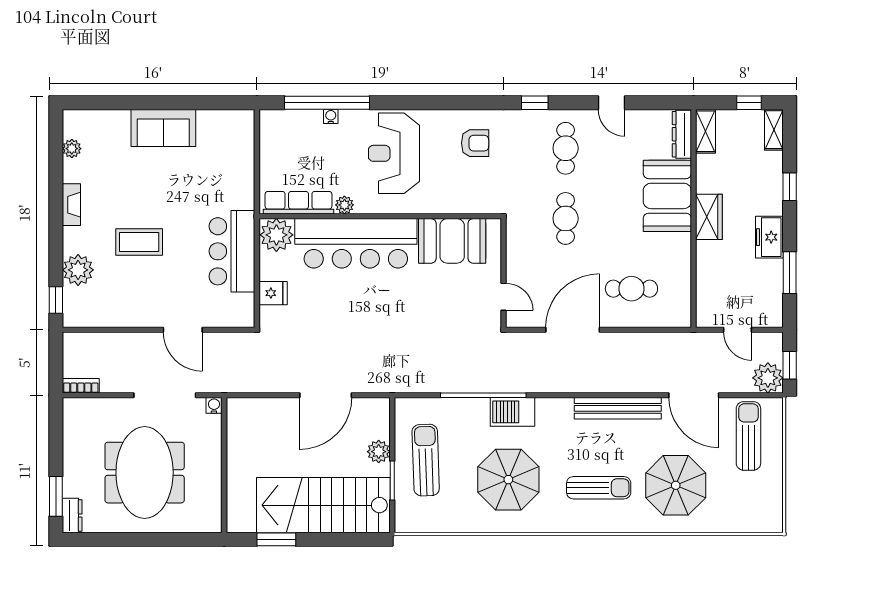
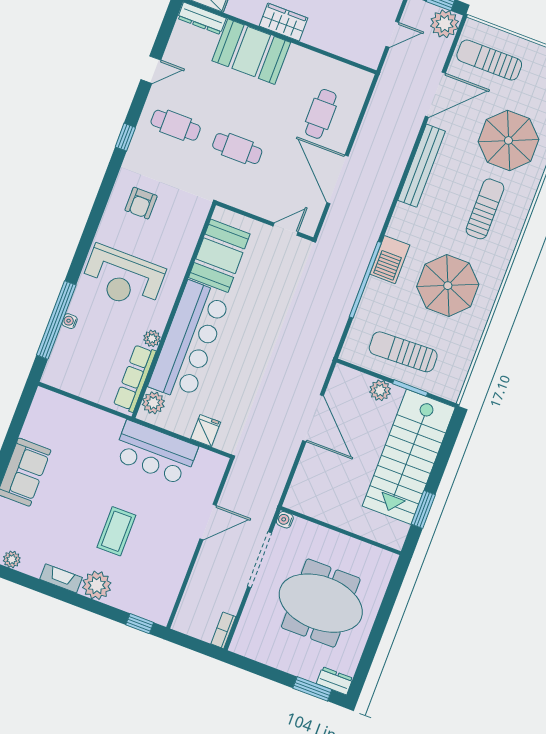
armchair: (475, 143) -> (141, 203), turned 180
plant: (276, 235) -> (153, 403), width x0.73, depth x0.73
plant: (78, 270) -> (97, 585), moved

